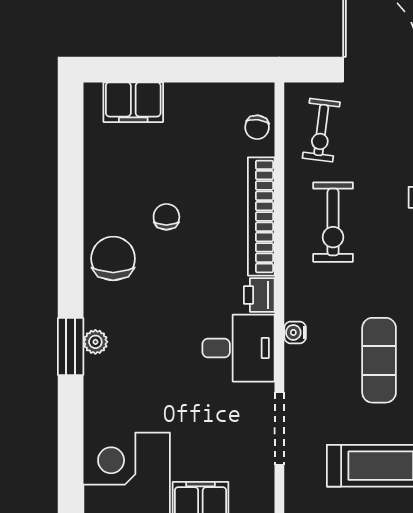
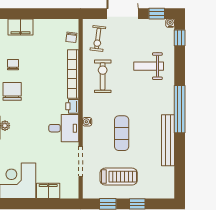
chair: (166, 217) -> (13, 65), moved
exercise bike: (333, 222) -> (103, 76), turned 180

